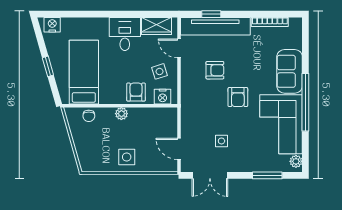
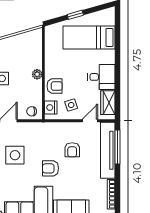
window: (211, 14) -> (118, 147), width x2.17
nightstand: (52, 25) -> (109, 18), removed
bed: (84, 72) -> (89, 37), moved, turned 180
chair: (89, 116) -> (32, 111), moved
side table: (221, 141) -> (15, 155), width x1.87, depth x1.87

